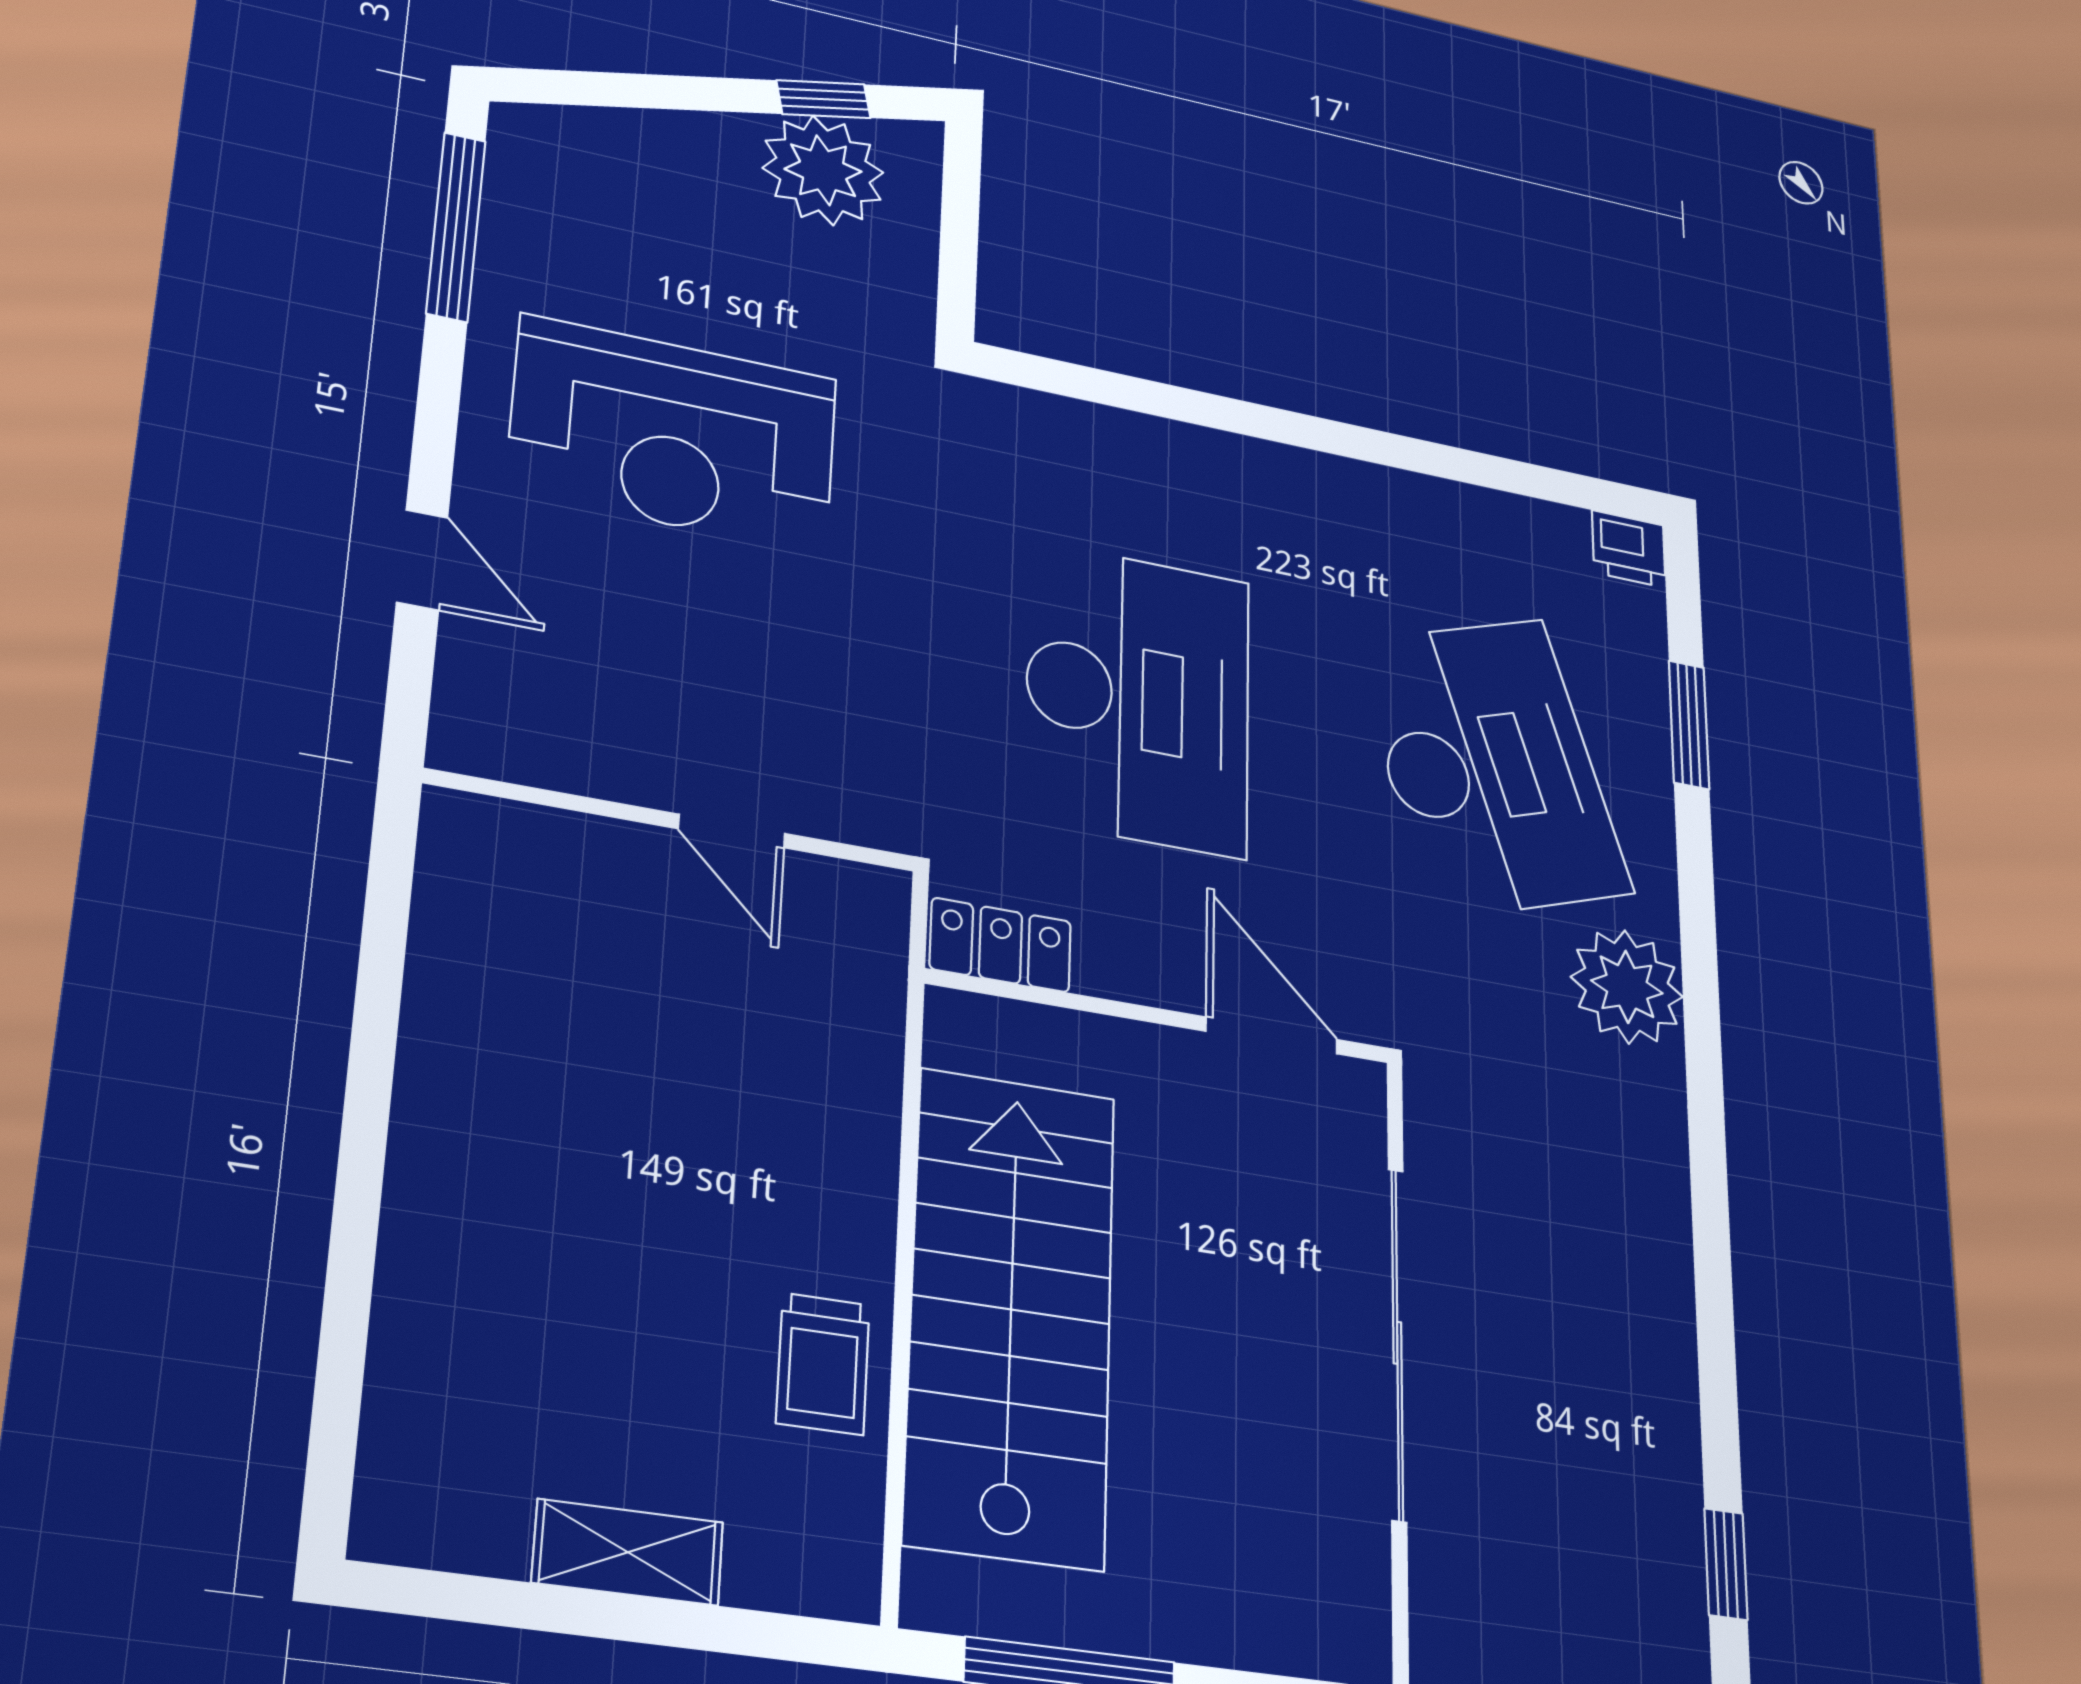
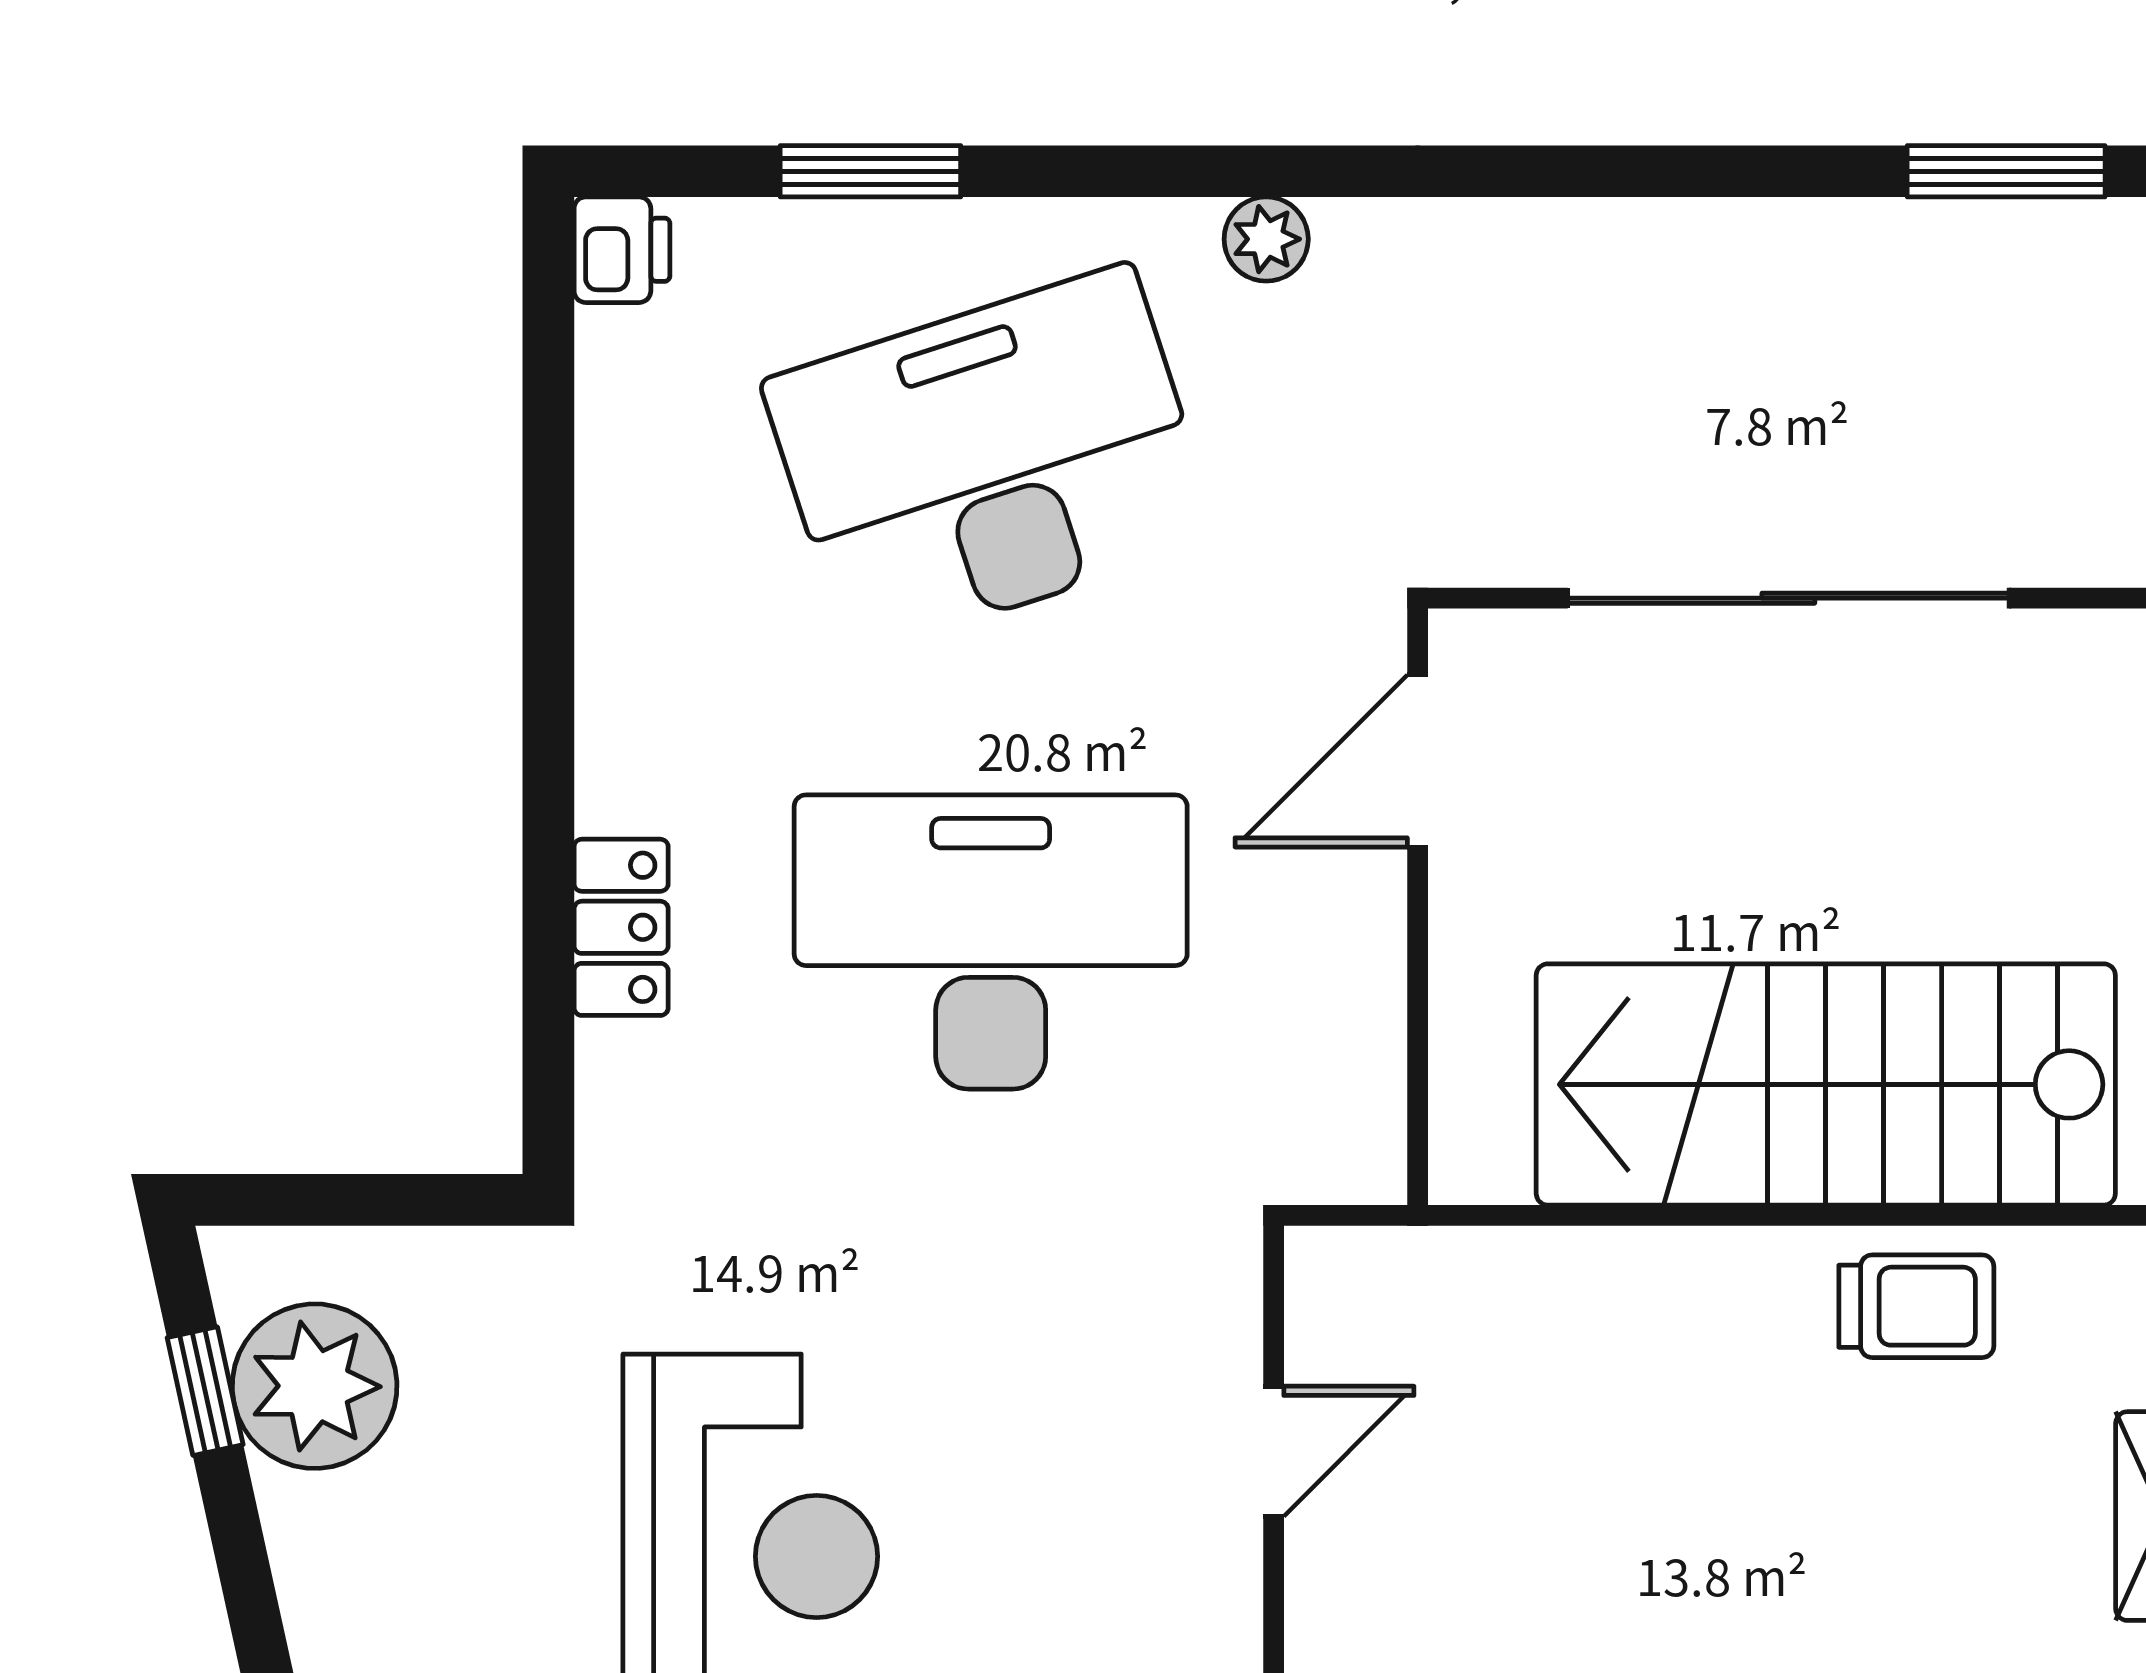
locker: (1000, 945) -> (621, 927), moved, turned 180
plant: (1627, 987) -> (1266, 239), width x0.53, depth x0.53
window: (1726, 1564) -> (2006, 171), width x1.50

